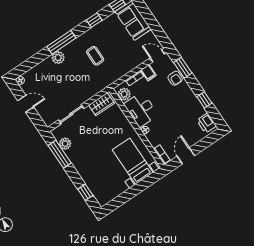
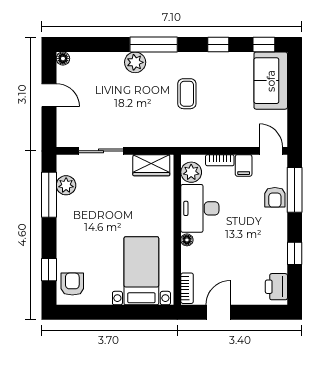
window: (183, 68) -> (295, 190), width x1.44
armchair: (102, 192) -> (72, 284), added

